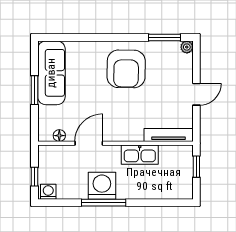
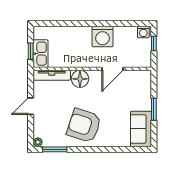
armchair: (126, 69) -> (84, 125), turned -73
sofa: (51, 73) -> (141, 129), width x0.73
floor lamp: (59, 136) -> (80, 79), moved, width x1.89, depth x1.89
kitchen sink: (140, 155) -> (41, 54), moved, turned 90
window: (104, 203) -> (101, 24), removed

